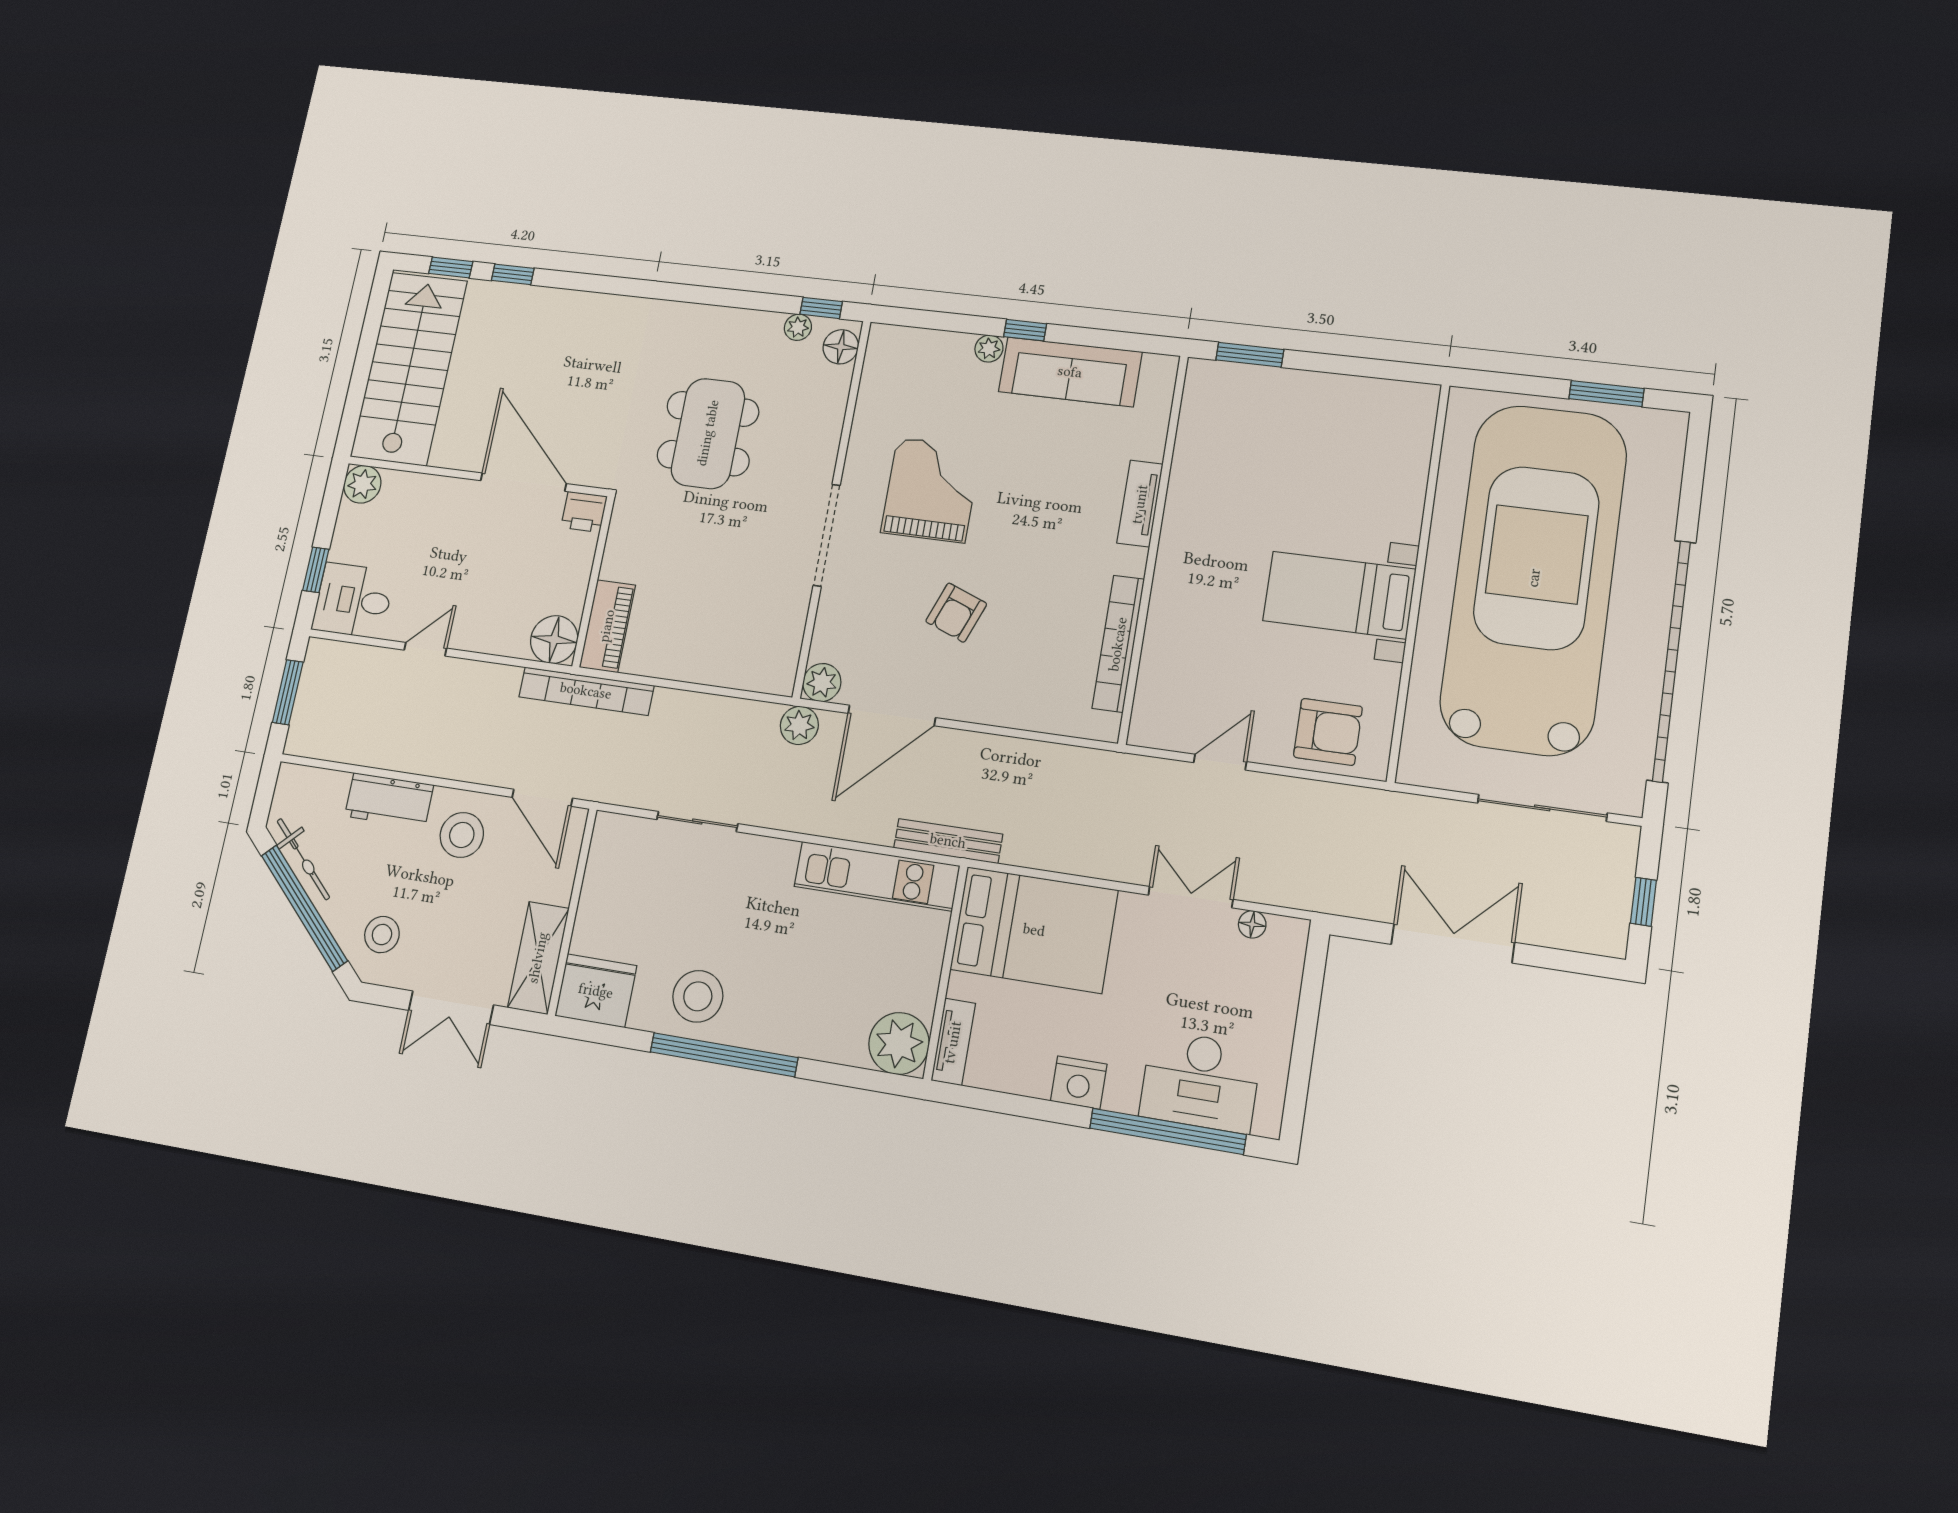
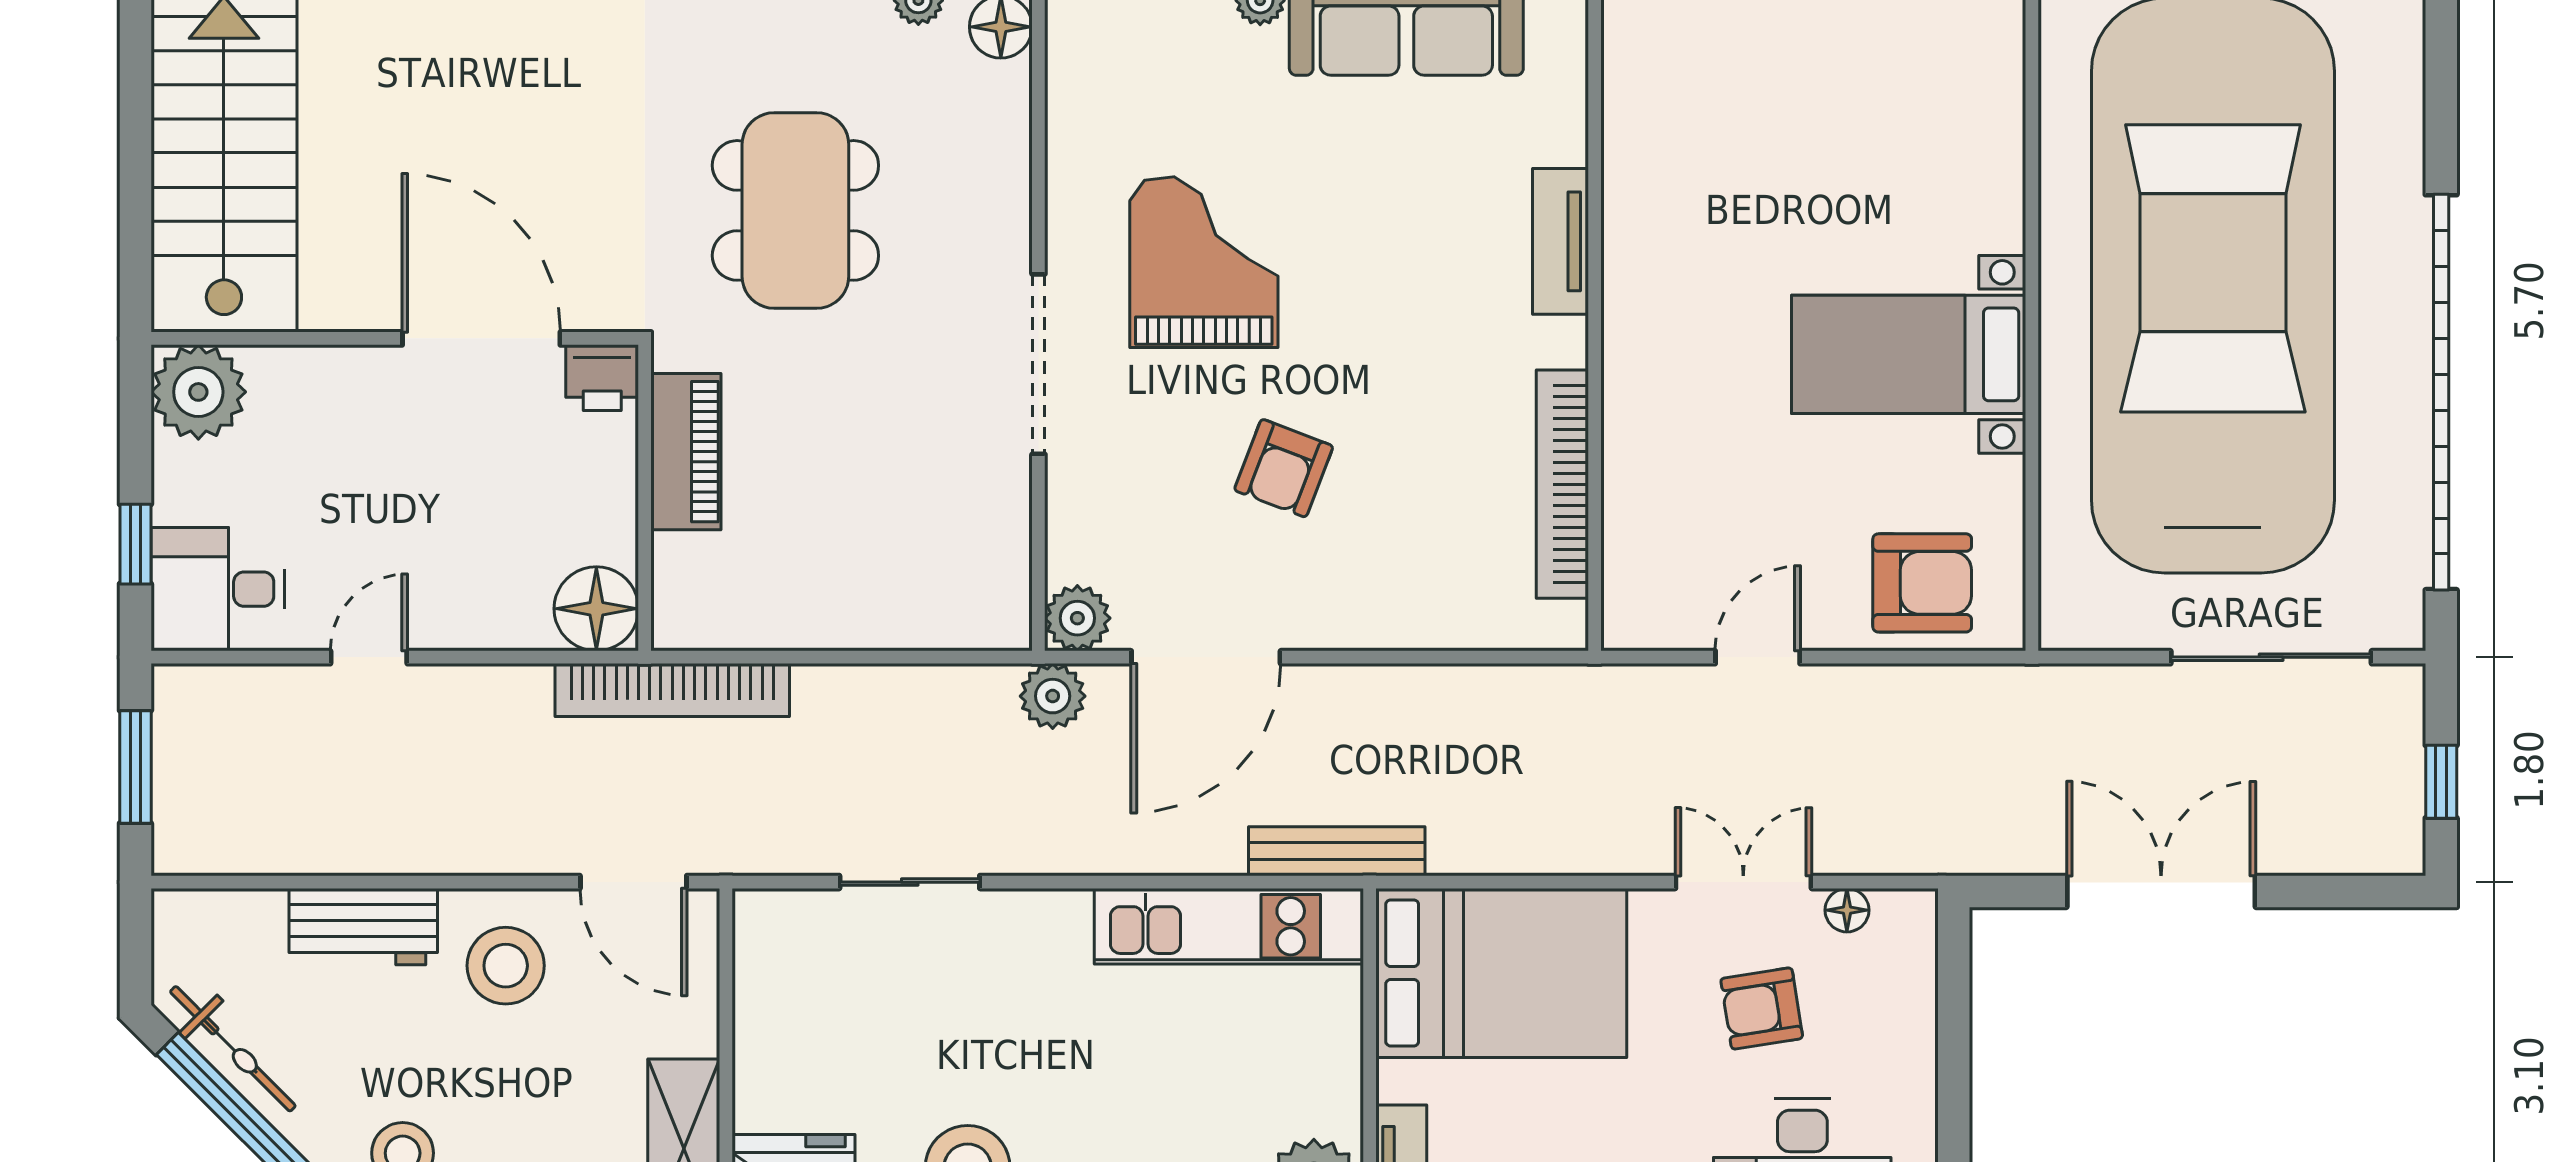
plant: (362, 484) -> (198, 392), width x1.36, depth x1.36
piano: (607, 626) -> (686, 452), moved
armchair: (1190, 977) -> (1762, 1008), added

